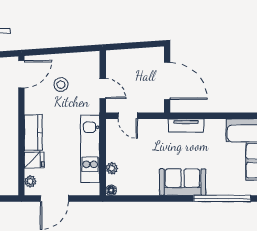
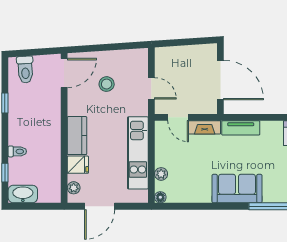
fireplace: (152, 125) -> (205, 127), added

